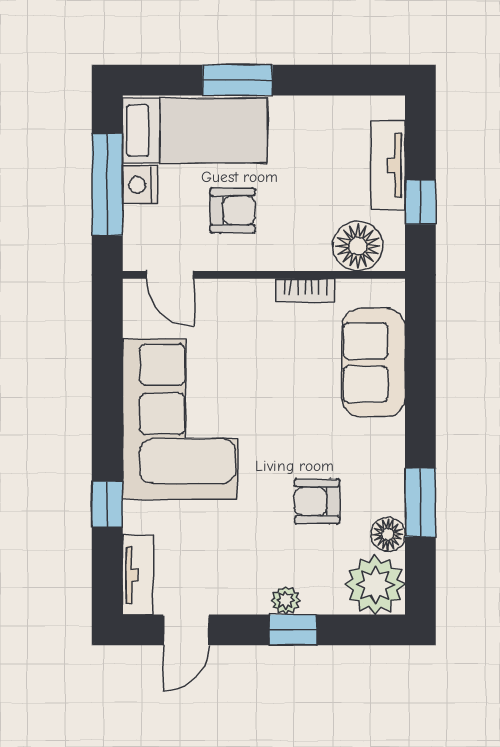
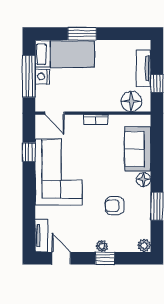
armchair: (233, 210) -> (80, 87), removed
bookcase: (305, 290) -> (96, 120), moved
window: (107, 504) -> (29, 152), moved
floor lamp: (388, 534) -> (144, 180), moved
plant: (375, 585) -> (144, 245), width x0.53, depth x0.53
door: (186, 630) -> (61, 258), swing flipped

